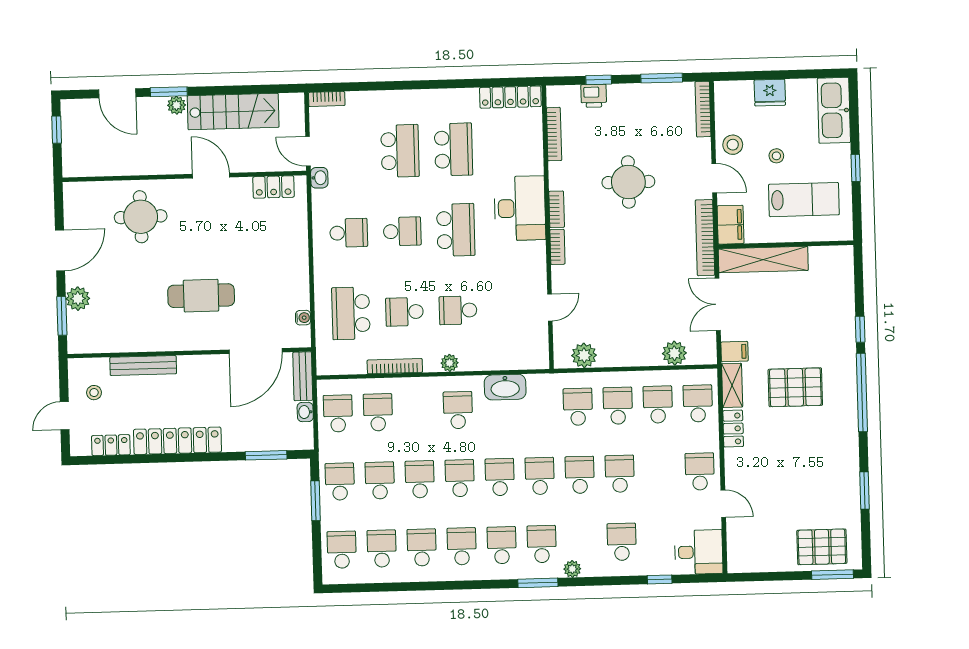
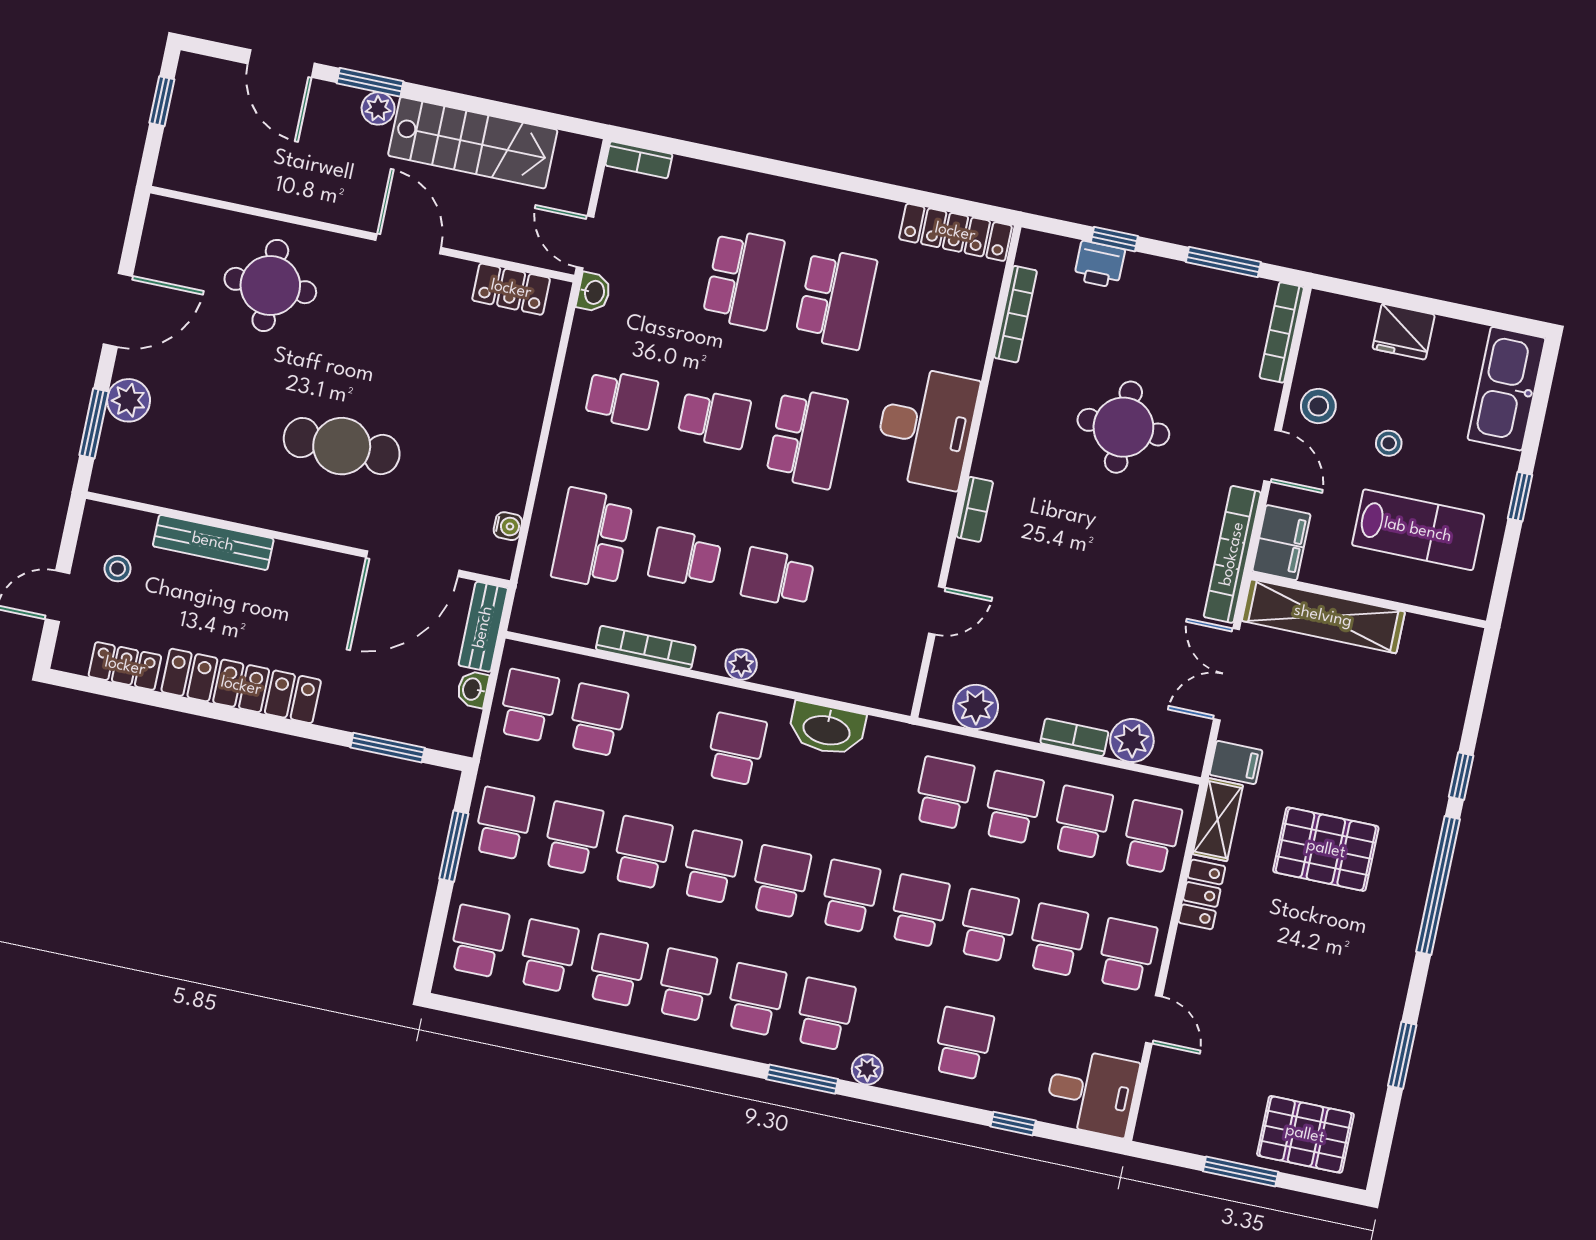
bookcase: (557, 209) -> (1074, 737), moved, turned -90
school desk: (660, 473) -> (1057, 940), added
window: (833, 575) -> (1241, 1172), moved

